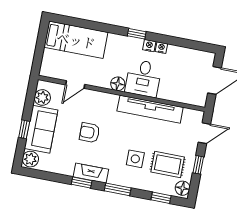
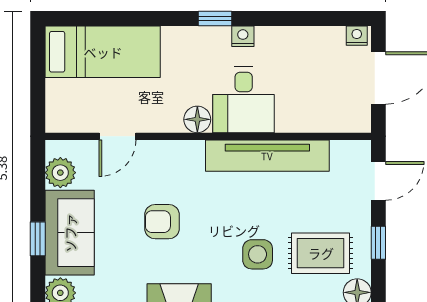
nightstand: (161, 48) -> (357, 36), moved

